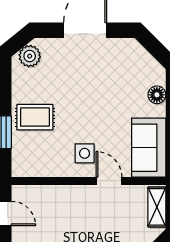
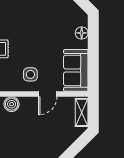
door: (109, 181) -> (48, 94), swing flipped
boiler: (58, 195) -> (12, 104), added

